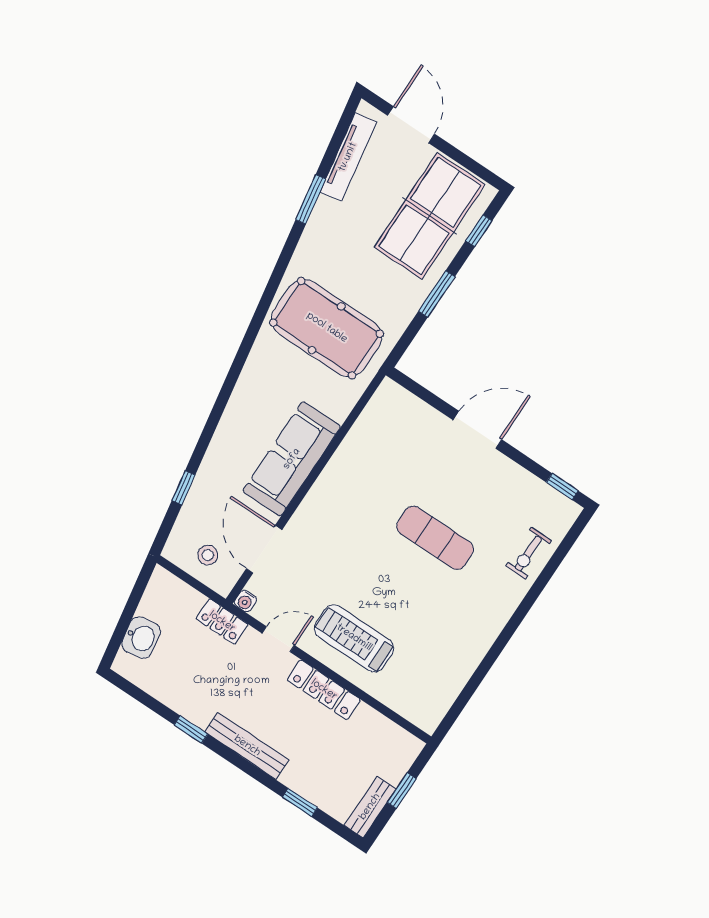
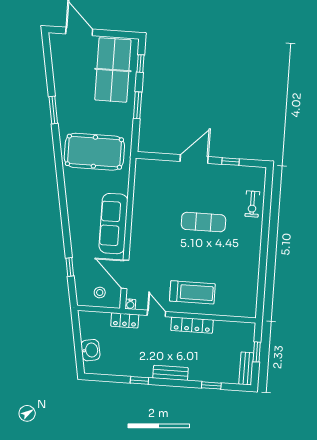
tv unit: (348, 157) -> (58, 64), removed
window: (311, 199) -> (53, 110), moved
window: (562, 487) -> (231, 162), moved
treadmill: (354, 638) -> (192, 292), turned 180
door: (278, 639) -> (156, 313), hinge flipped
bench: (247, 746) -> (171, 373), width x0.73

